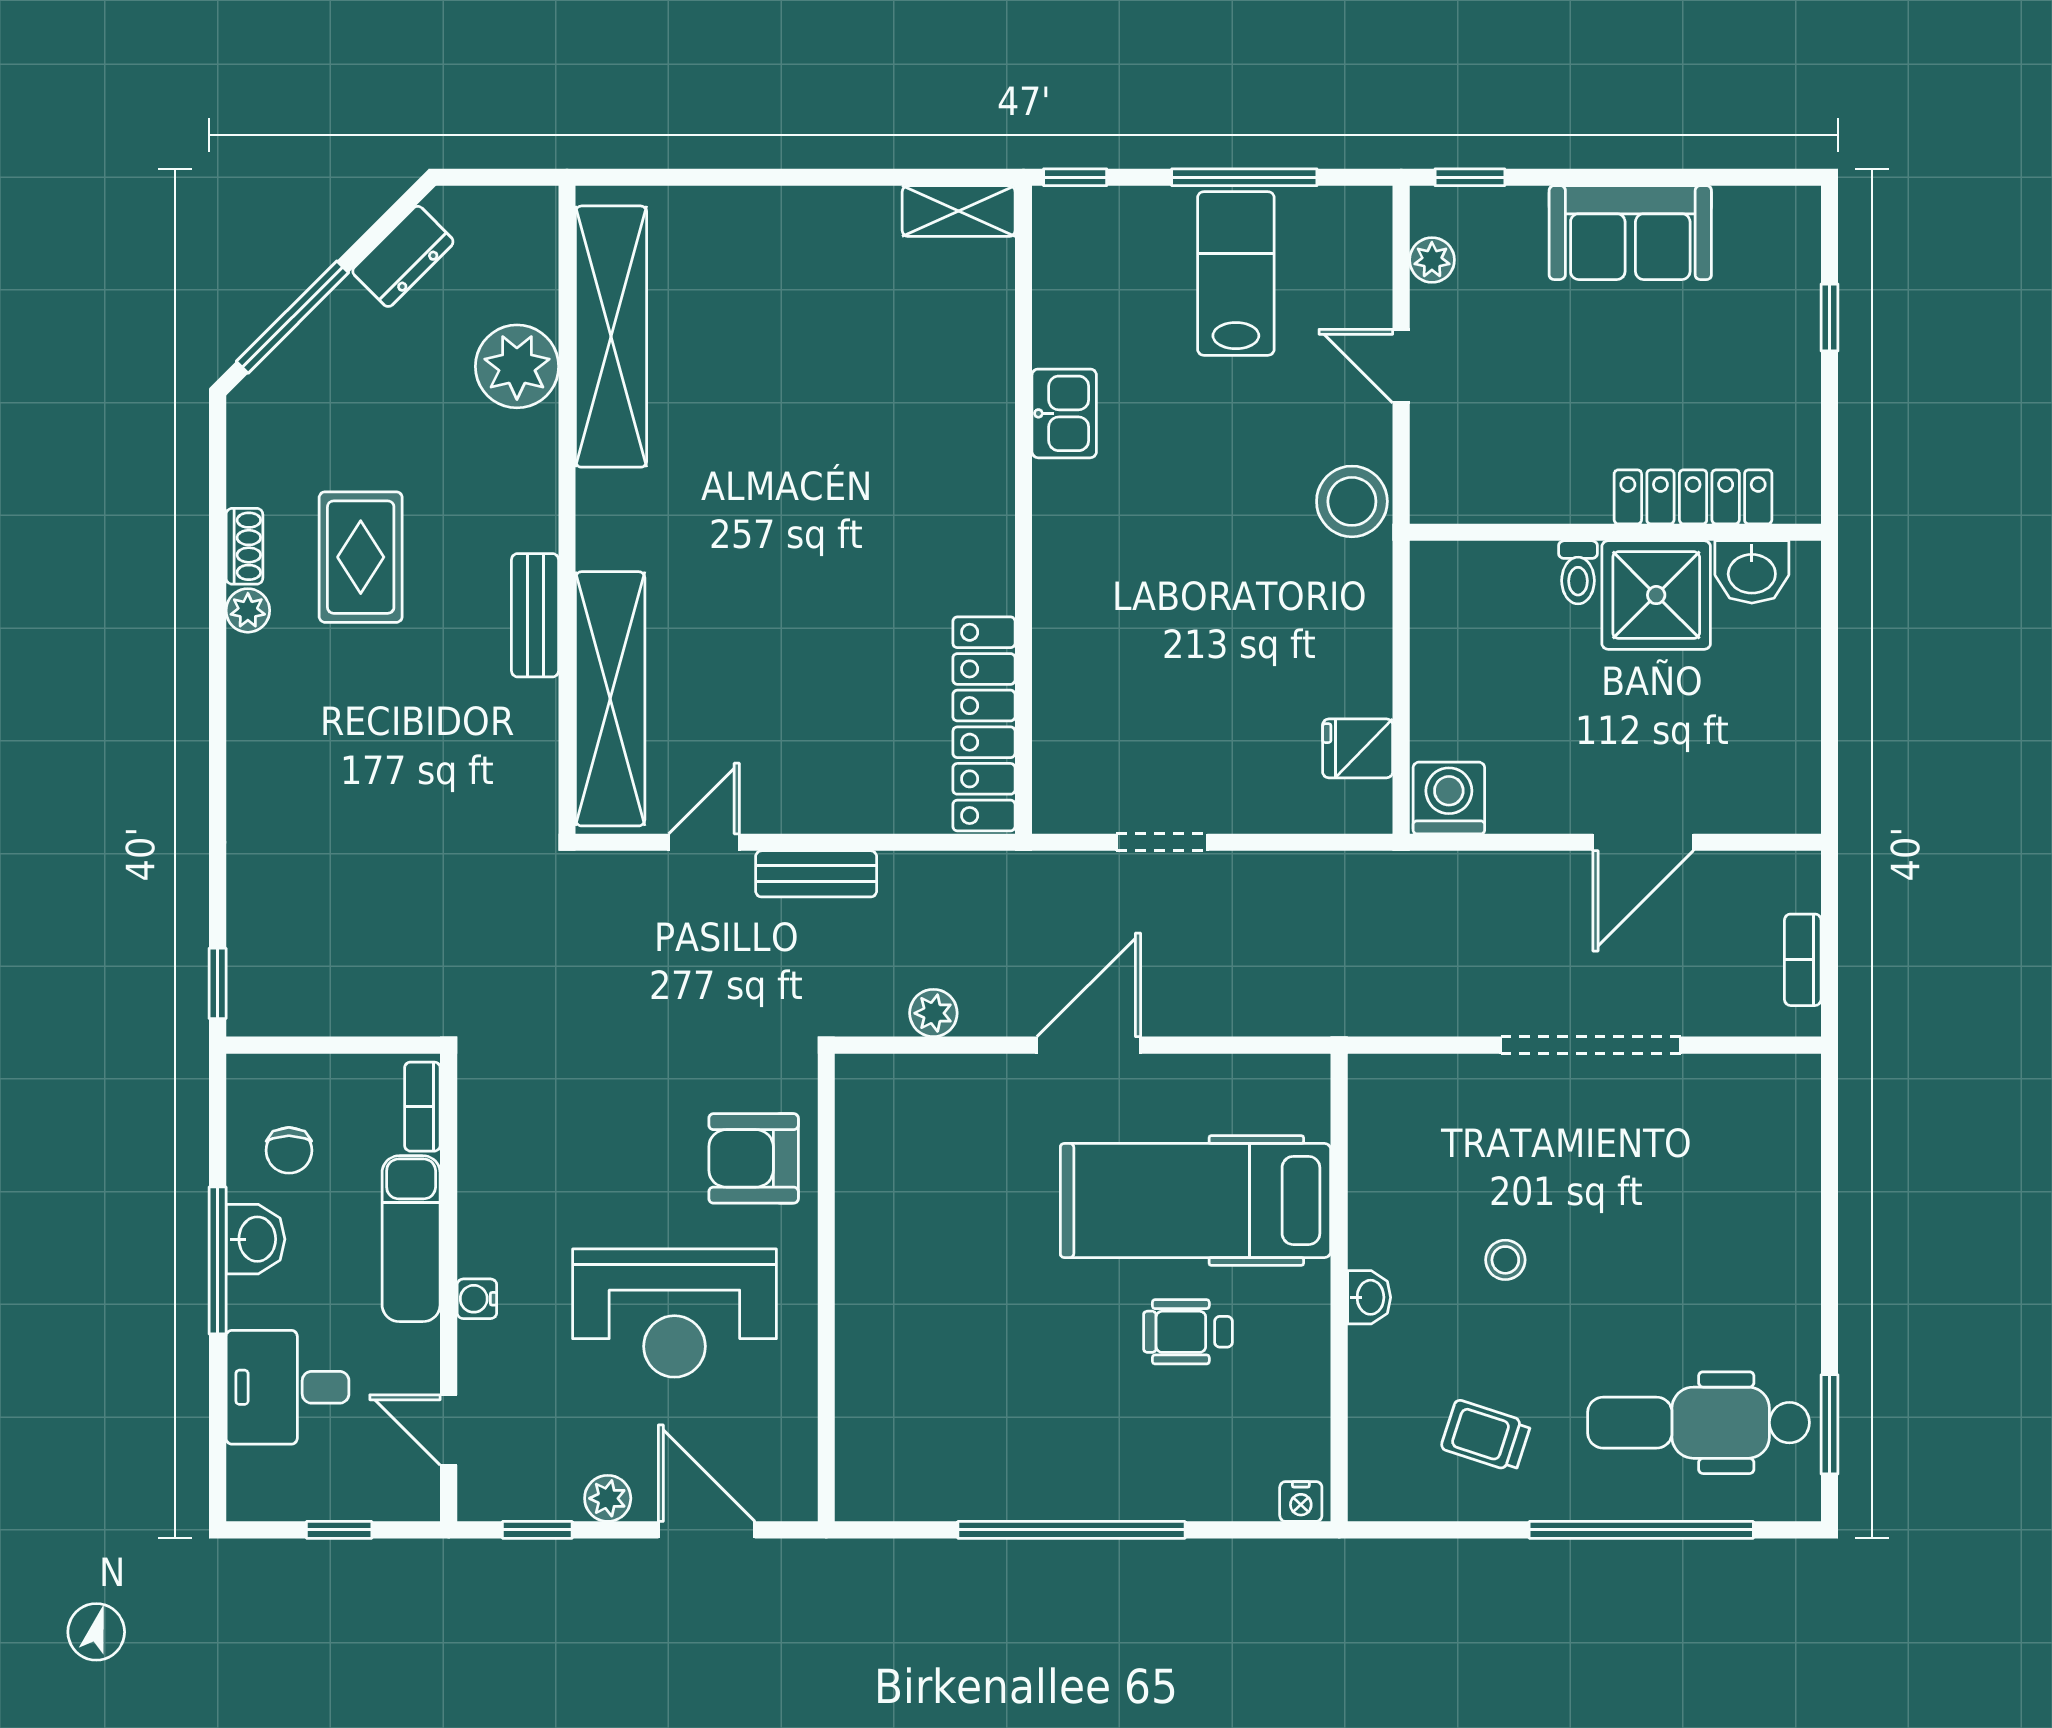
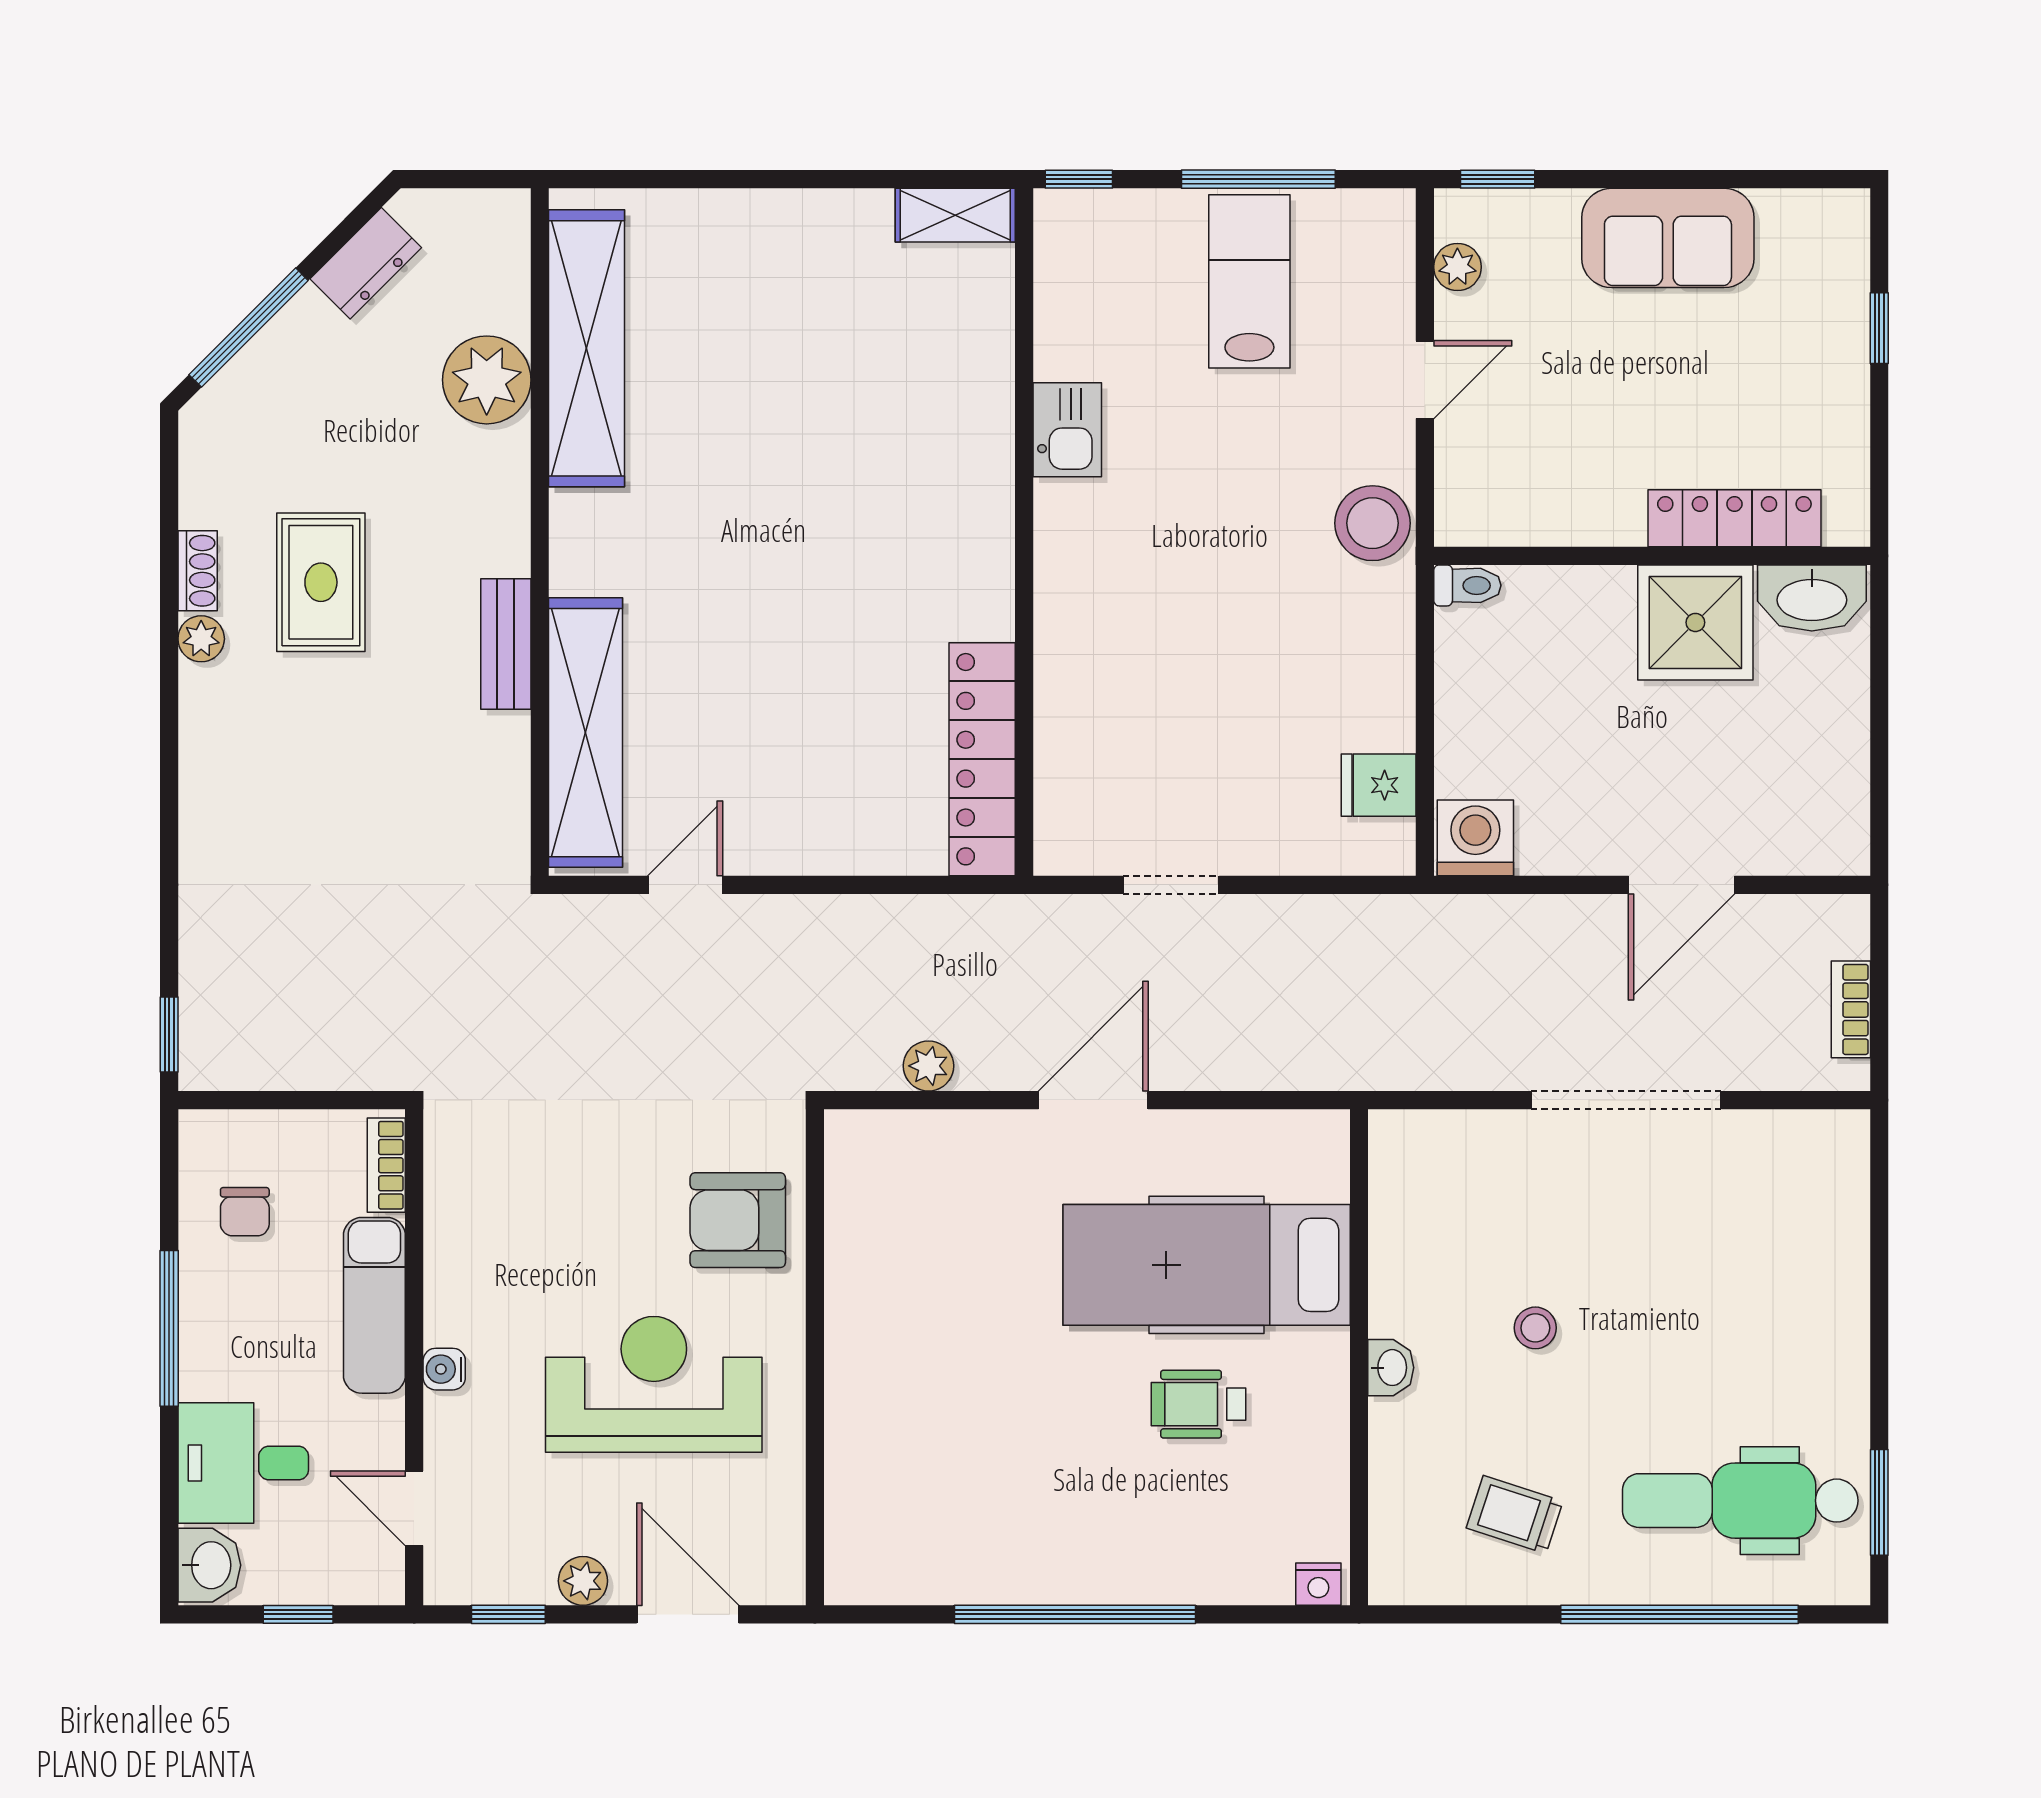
door: (1401, 366) -> (1425, 380), swing flipped
toilet: (1578, 572) -> (1467, 585), moved, turned -90
washbasin: (1752, 572) -> (1812, 598), width x1.38
bench: (816, 874) -> (804, 918), removed
washbasin: (255, 1239) -> (209, 1565), moved
reception desk: (674, 1313) -> (654, 1384), turned 180

